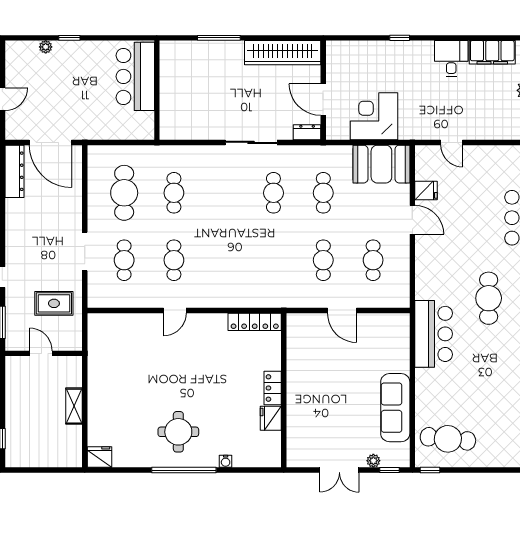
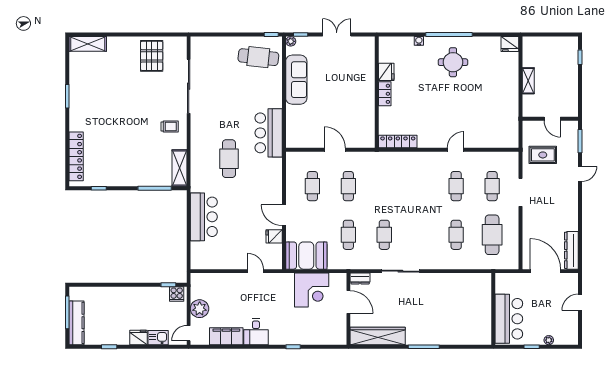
bar counter: (135, 76) -> (509, 319), moved
wall: (157, 90) -> (493, 309), moved
plant: (373, 461) -> (291, 41), moved

